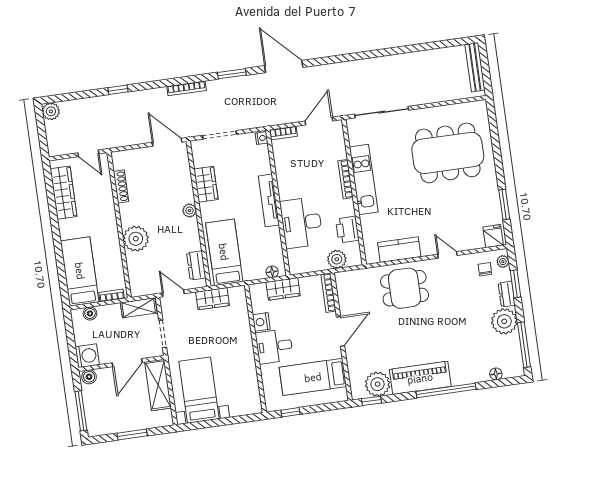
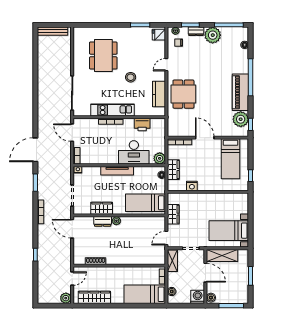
plant: (51, 111) -> (66, 298), moved
door: (167, 142) -> (72, 229), hinge flipped
dining table: (448, 153) -> (103, 55), width x0.73, depth x0.80
stool: (419, 201) -> (131, 77), added
plant: (136, 239) -> (129, 257), removed
plant: (337, 259) -> (160, 158), moved
dresser: (196, 266) -> (103, 221), moved
desk: (274, 346) -> (208, 180), removed

